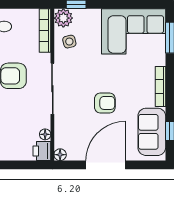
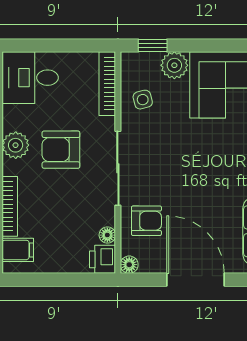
plant: (63, 18) -> (174, 65), moved
armchair: (105, 103) -> (146, 221), moved
door: (106, 165) -> (196, 280), hinge flipped

